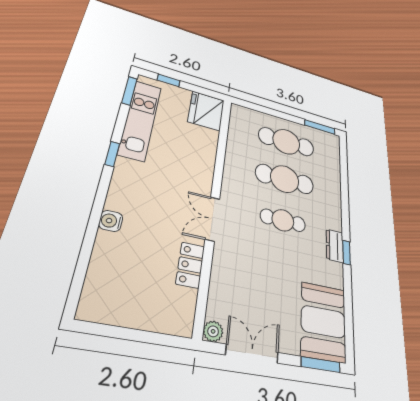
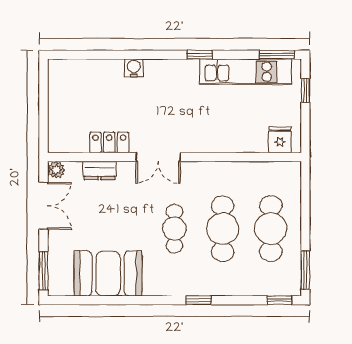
fridge: (206, 111) -> (280, 140), width x0.53, depth x0.75
window: (343, 152) -> (279, 300), added
double door: (213, 219) -> (158, 157), swing flipped
dresser: (335, 246) -> (100, 170), moved, turned 180
window: (346, 252) -> (199, 300), moved
booth: (323, 322) -> (108, 273), moved

